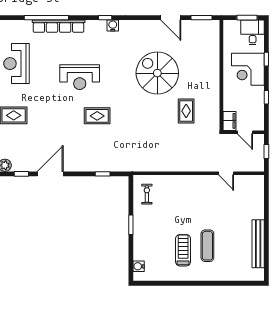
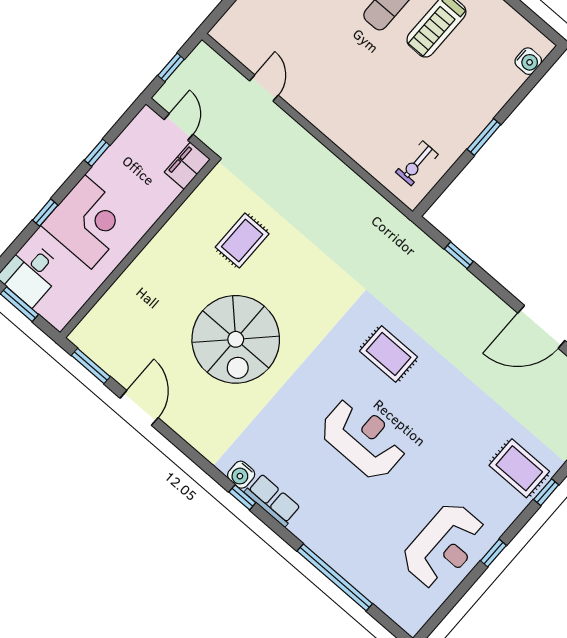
row of seats: (59, 26) -> (273, 500), moved, width x0.50

